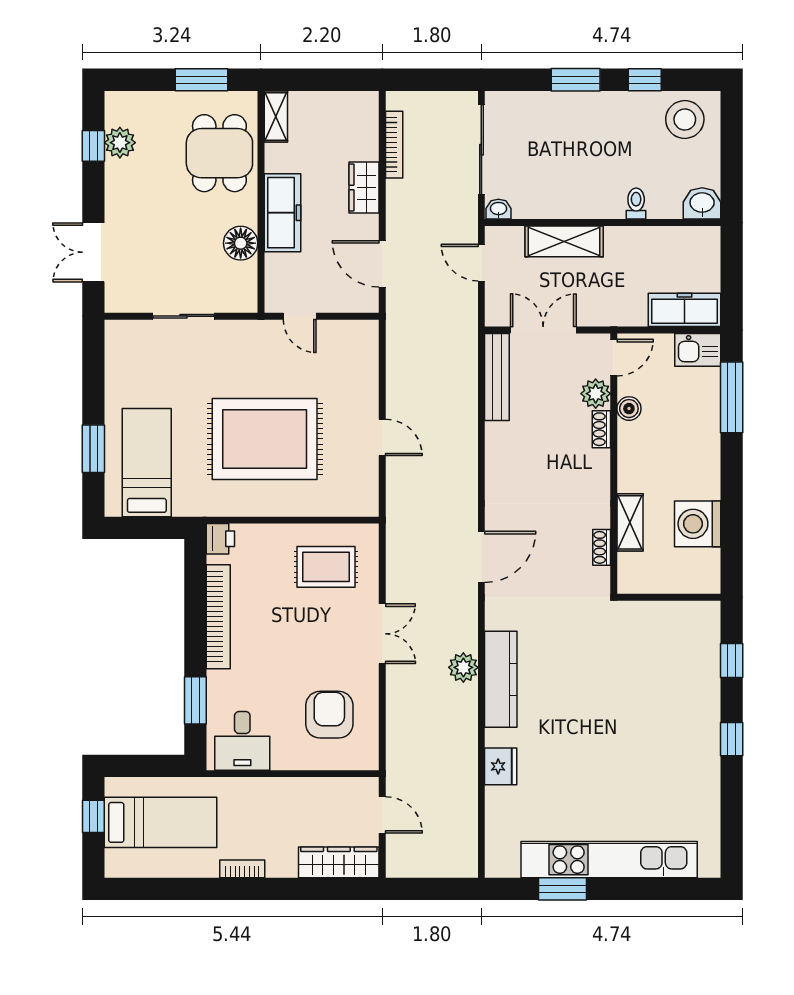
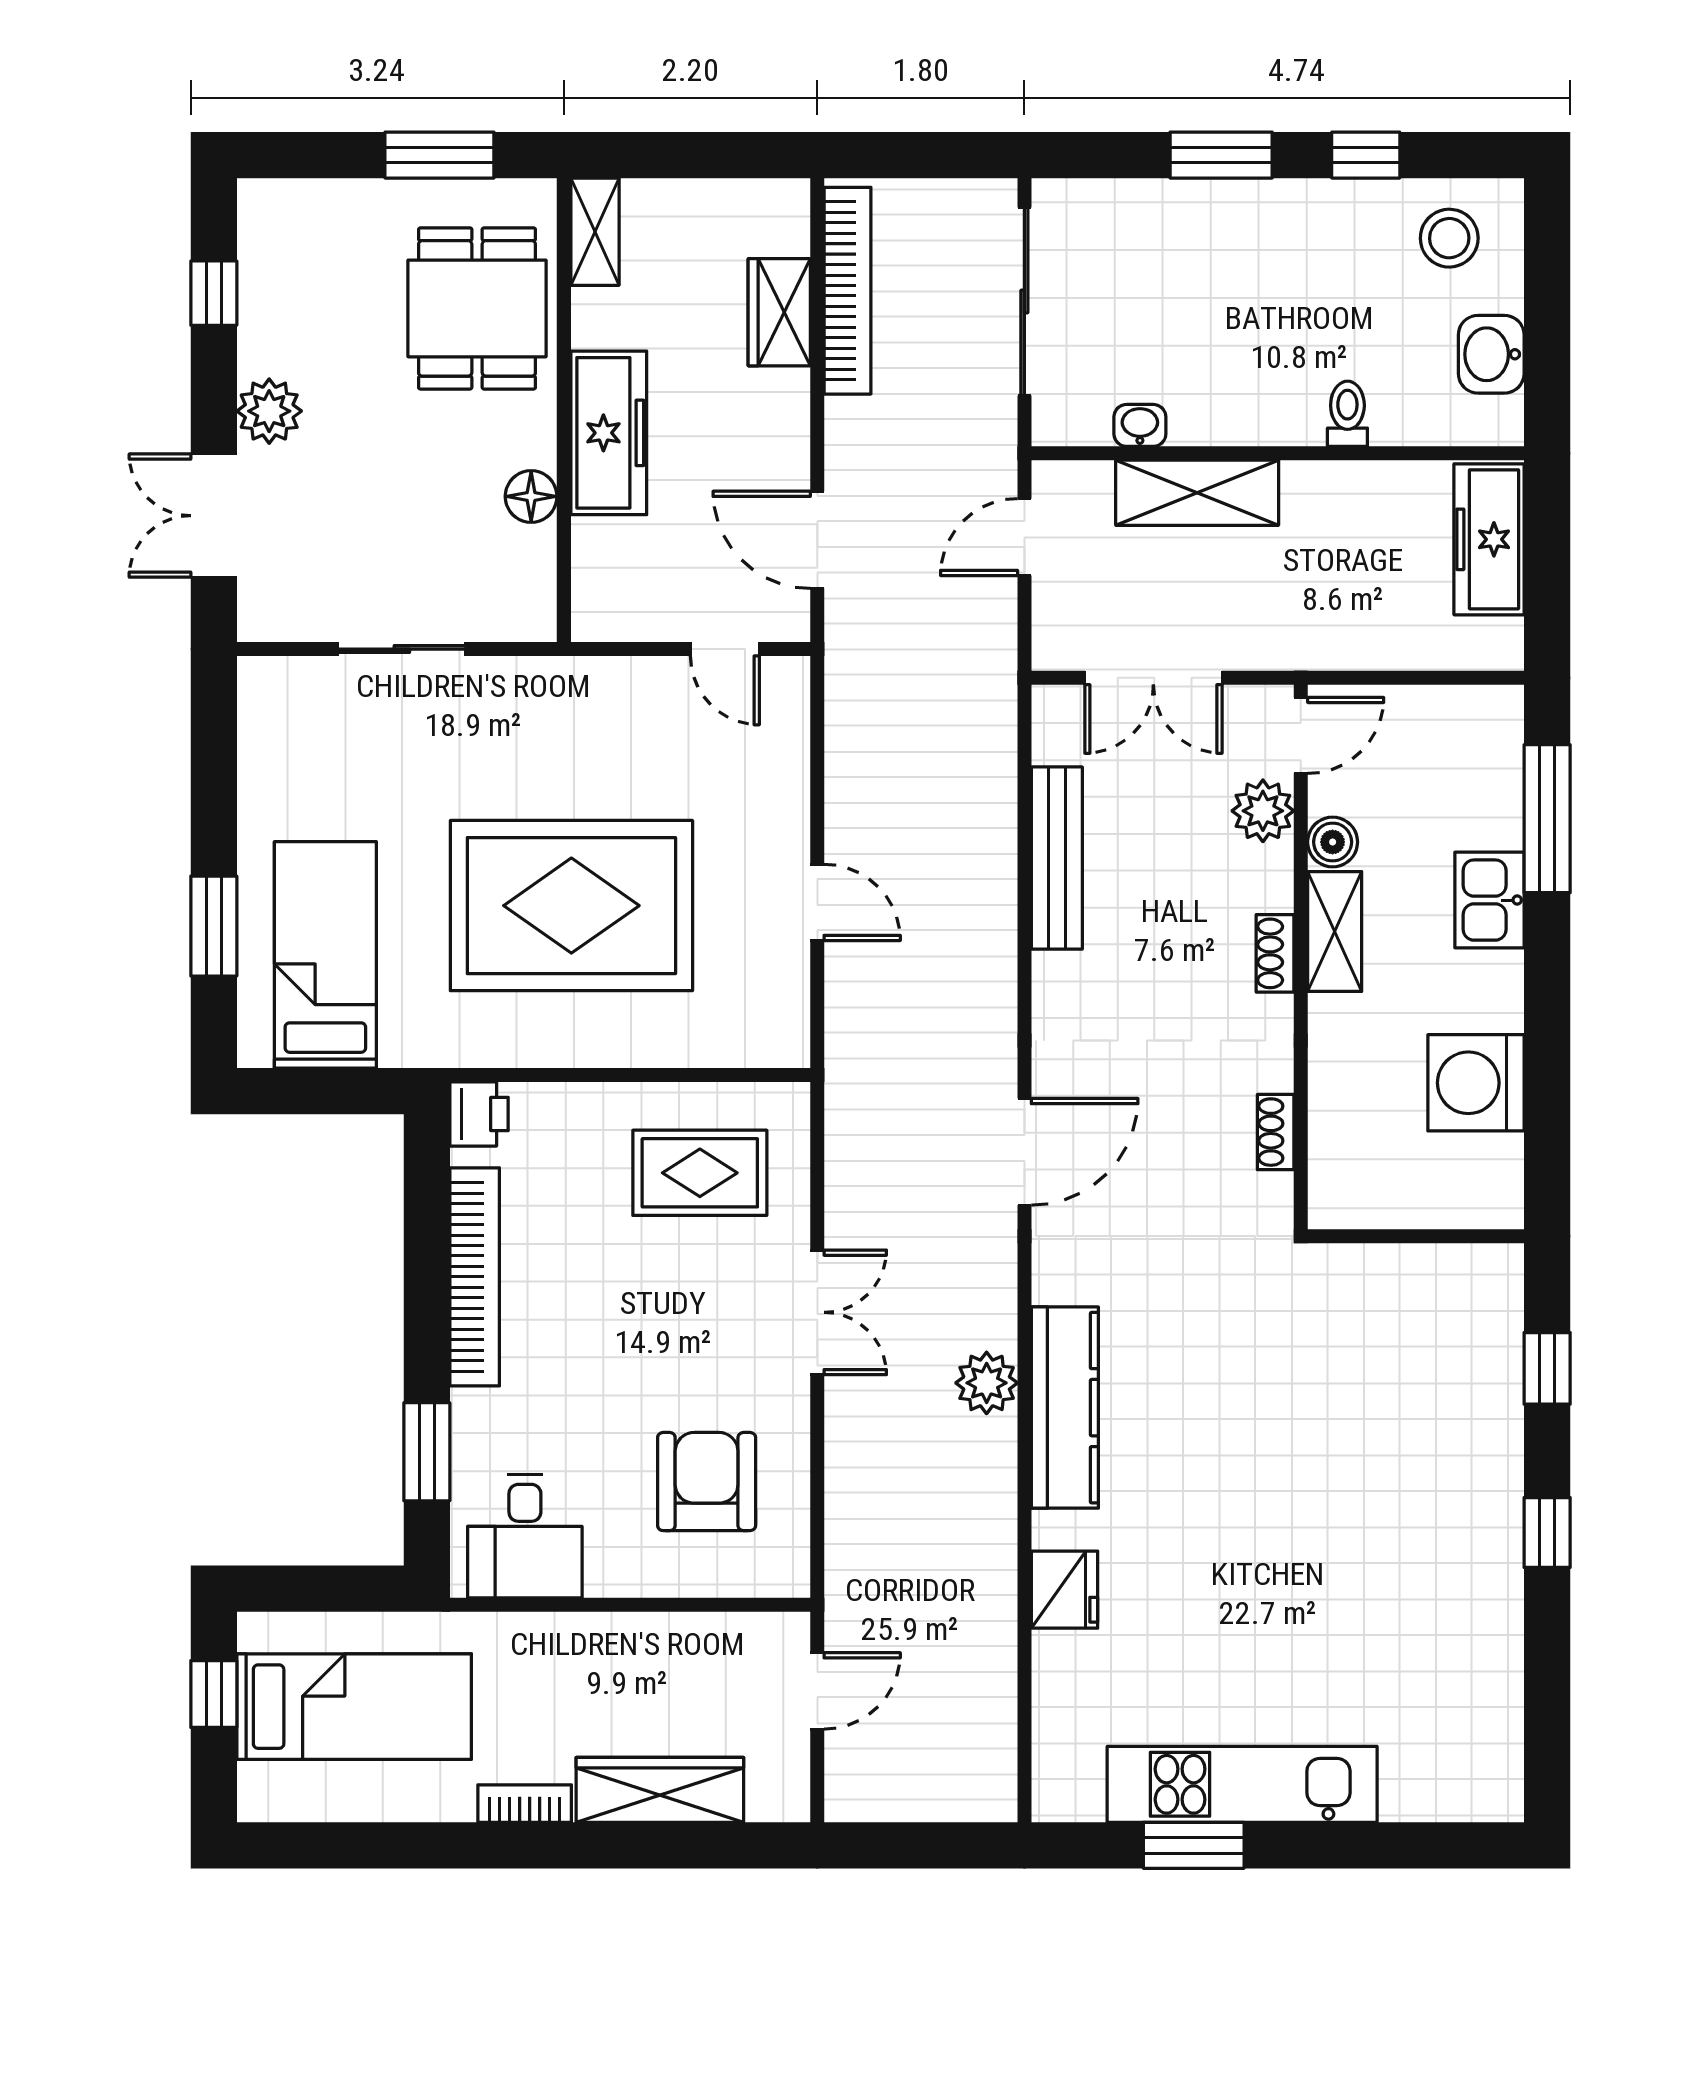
stool: (685, 120) -> (1449, 238), width x0.73, depth x0.73
plant: (120, 143) -> (269, 411), moved
bookcase: (394, 145) -> (848, 291), width x1.48, depth x1.31
wardrobe: (364, 187) -> (779, 312), moved
washbasin: (702, 203) -> (1491, 354), moved, turned -90
washbasin: (498, 209) -> (1140, 425), moved
floor lamp: (241, 243) -> (531, 496), width x0.73, depth x0.73
door: (481, 263) -> (1024, 537), hinge flipped
freezer: (684, 310) -> (1489, 539), moved, turned -90
door: (300, 316) -> (725, 649), moved
double door: (543, 330) -> (1153, 678), swing flipped
kitchen sink: (698, 350) -> (1489, 900), moved, turned 90
bench: (497, 377) -> (1057, 858), moved
shoe rack: (601, 429) -> (1275, 953), moved
shelving: (630, 522) -> (1335, 931), moved
door: (382, 815) -> (817, 1691), hinge flipped
kitchen unit: (609, 860) -> (1242, 1784), width x0.73
wardrobe: (339, 862) -> (660, 1790), moved

